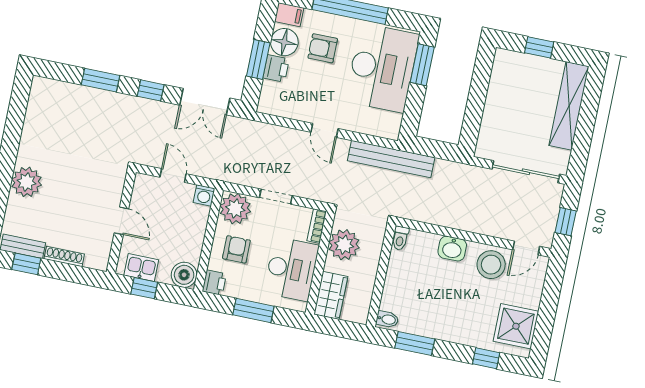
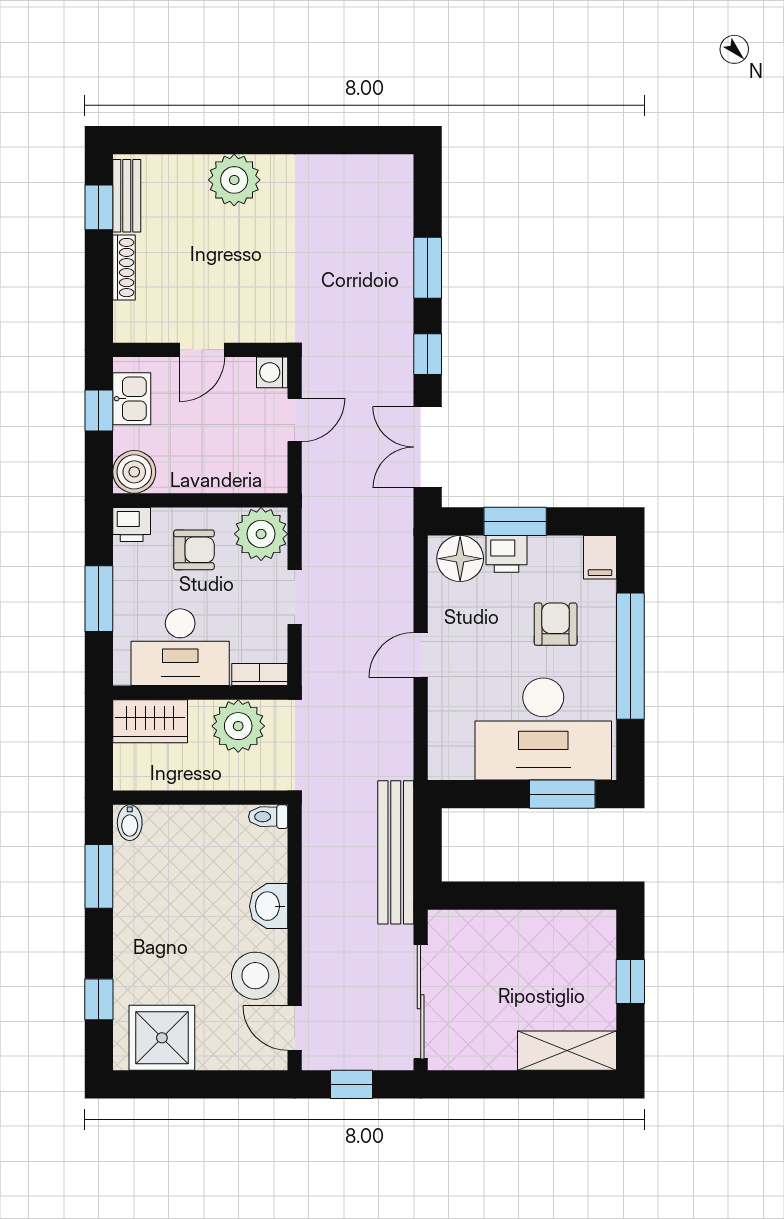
floor lamp: (284, 42) -> (460, 559), moved
shelving: (569, 106) -> (567, 1051), width x0.68
bench: (391, 159) -> (396, 852), moved
washing machine: (204, 195) -> (272, 372), moved

